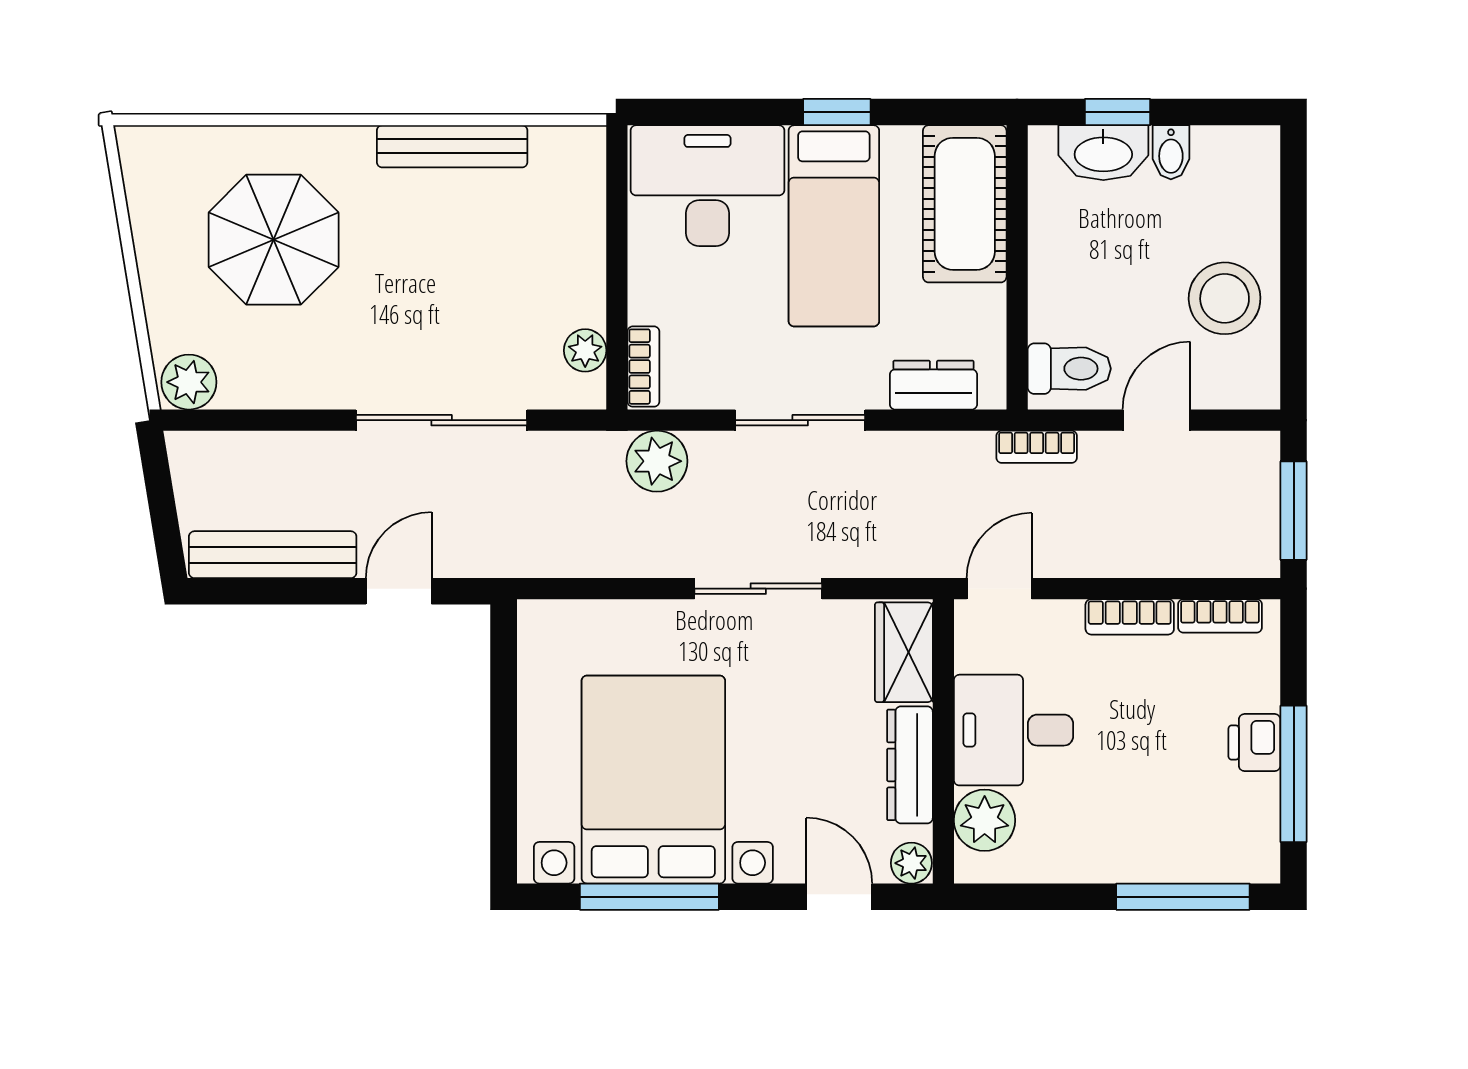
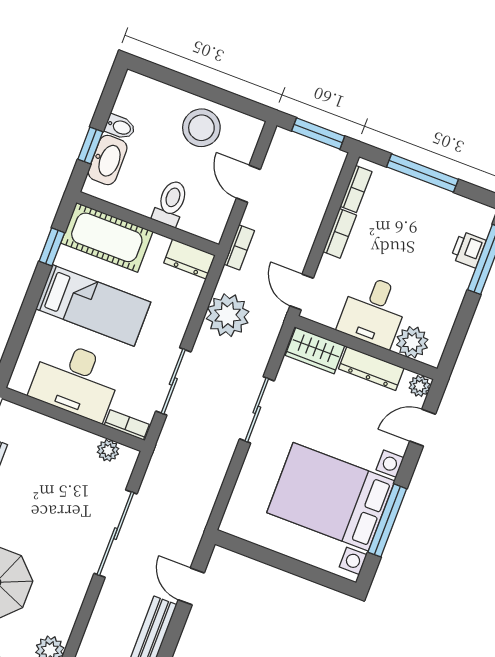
window: (837, 112) -> (52, 247), moved
desk: (707, 186) -> (76, 381), moved, turned -90
toilet: (1069, 369) -> (171, 203), moved
dresser: (933, 385) -> (189, 259), moved, turned -90
sliding door: (800, 420) -> (173, 381), moved
plant: (657, 461) -> (228, 315), moved, width x1.36, depth x1.36
printer: (1254, 743) -> (468, 250), moved, turned 90
window: (1294, 774) -> (422, 173), moved

